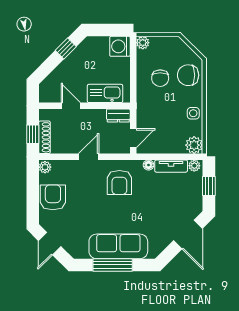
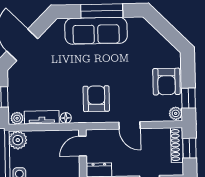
door: (89, 157) -> (130, 125), hinge flipped
window: (33, 181) -> (188, 98), added
door: (50, 244) -> (169, 32), removed

